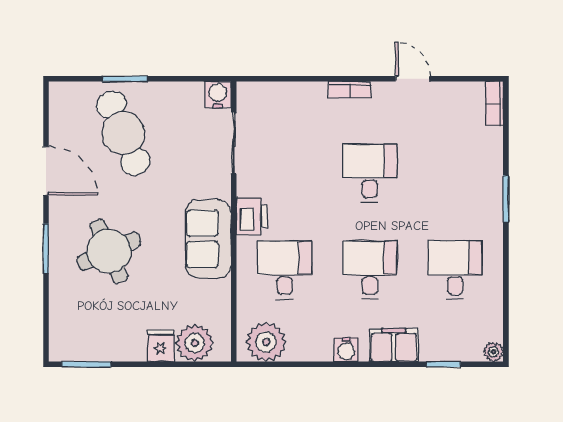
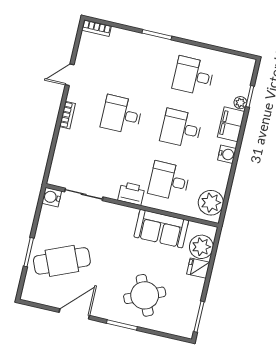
sofa: (208, 239) -> (161, 229), moved
round table: (109, 251) -> (145, 295), moved
plant: (493, 352) -> (240, 103), moved

